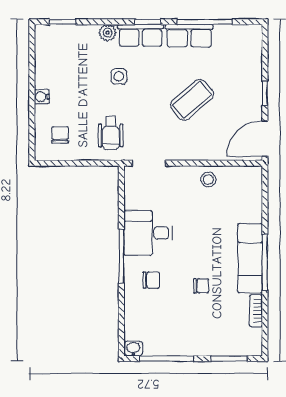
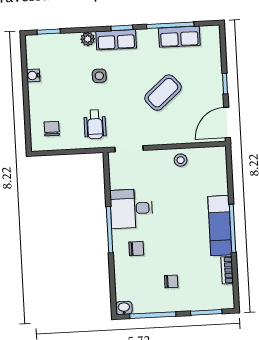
row of seats: (189, 36) -> (179, 37), moved
water cooler: (42, 97) -> (33, 75), moved
chair: (201, 286) -> (171, 281), moved

